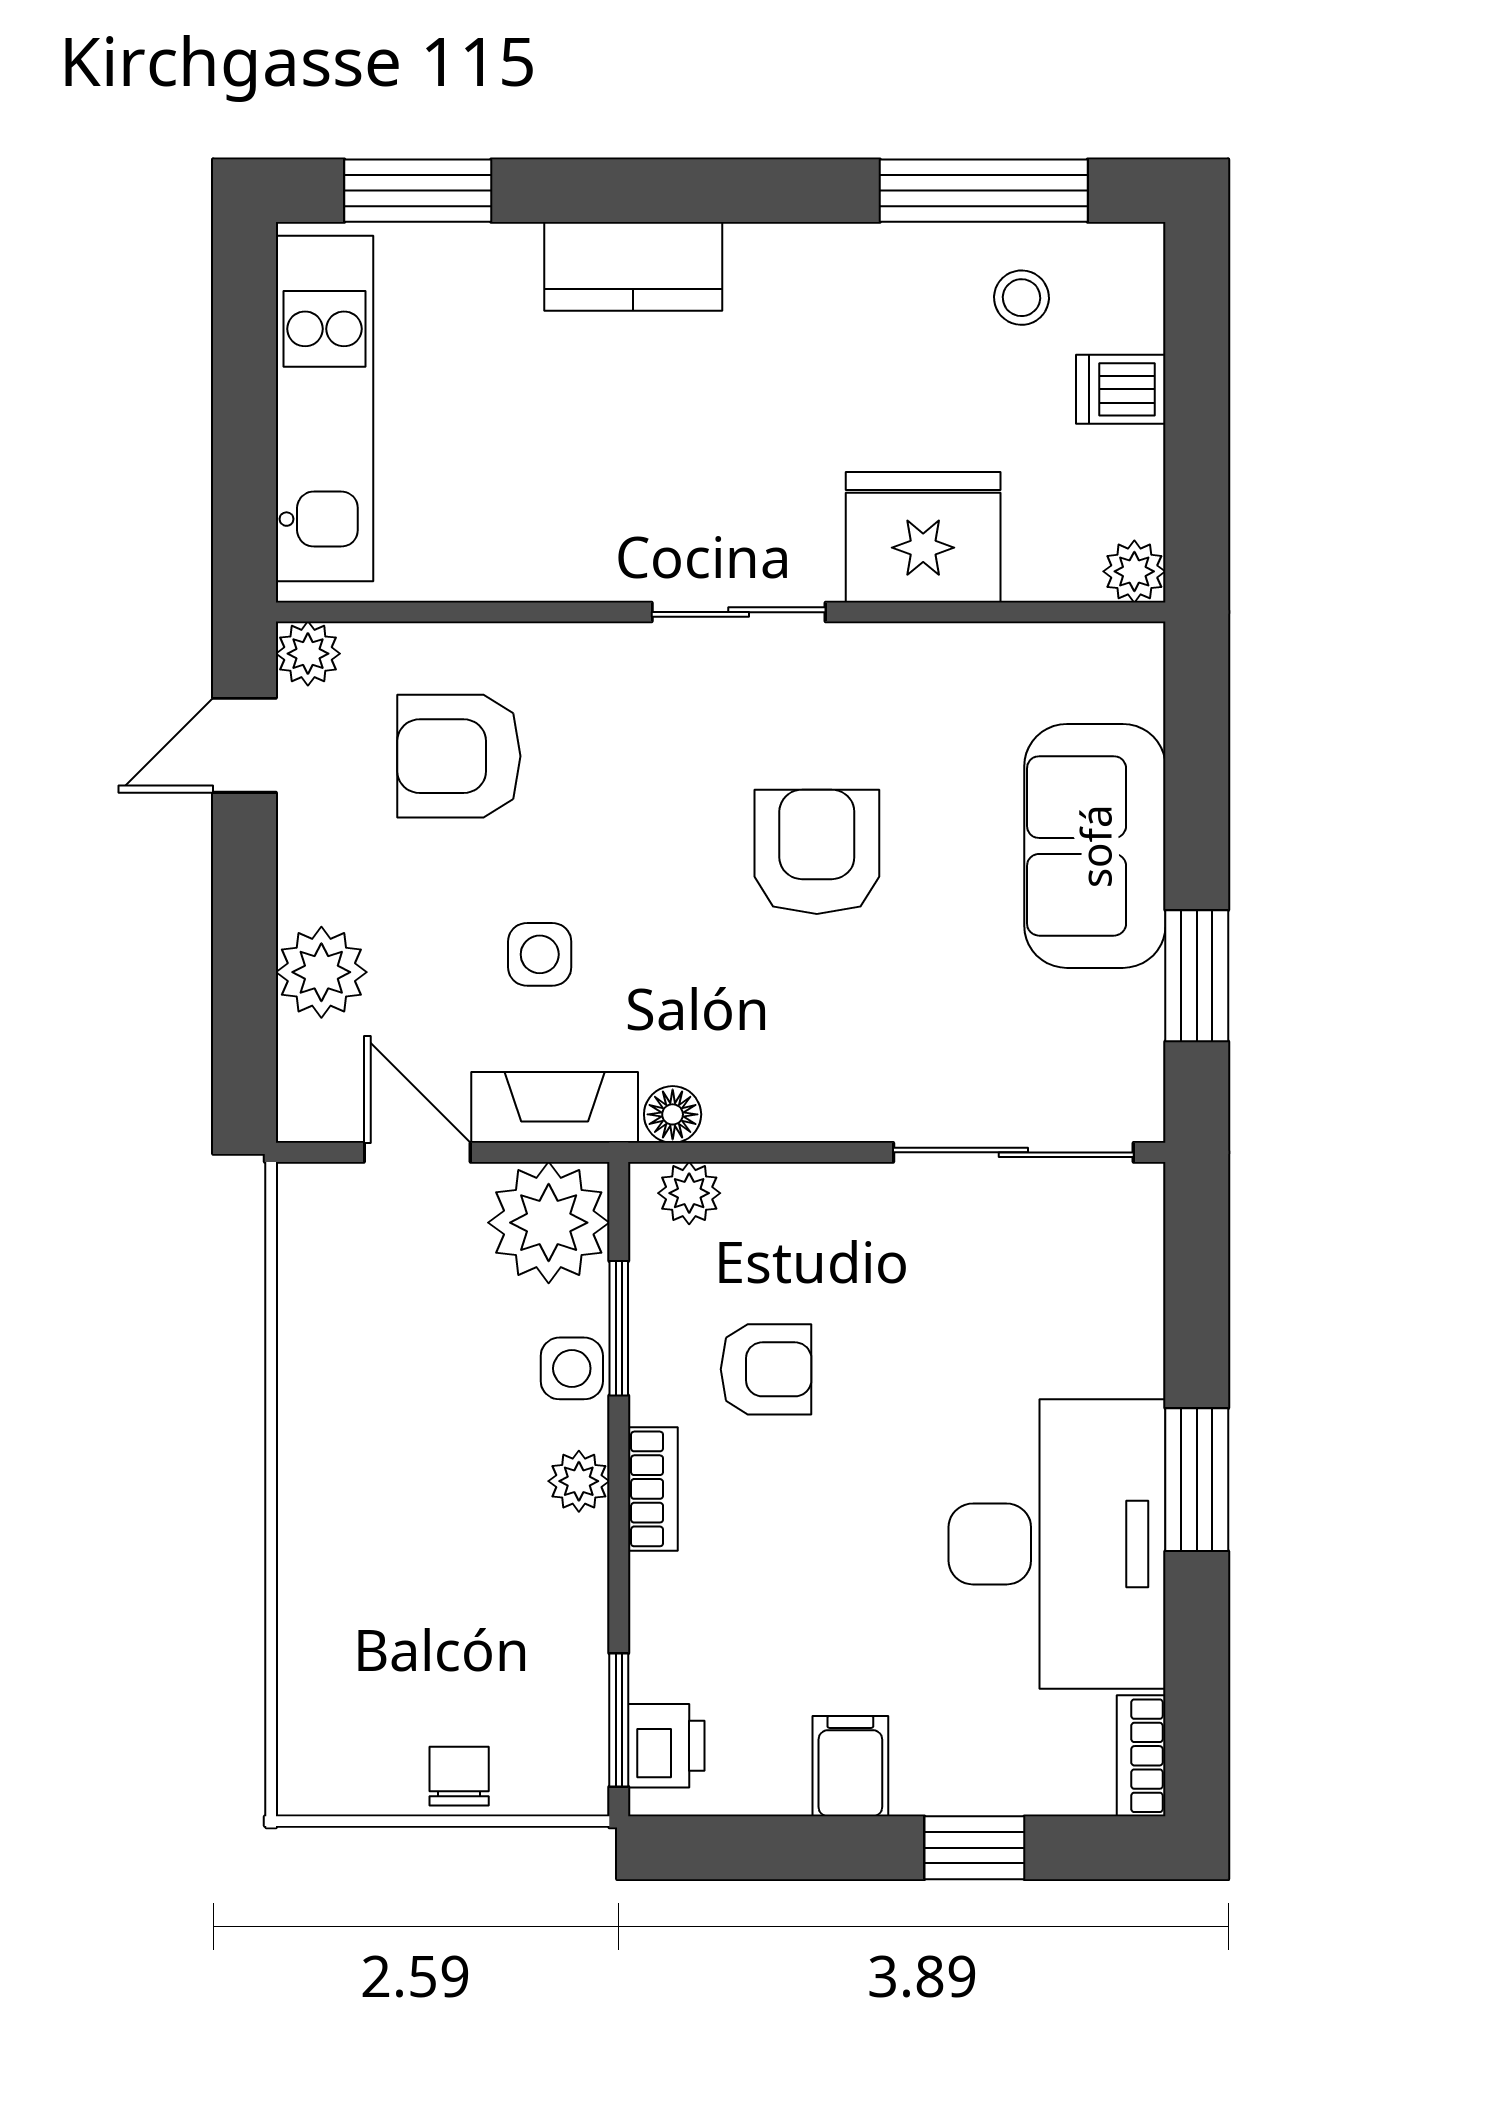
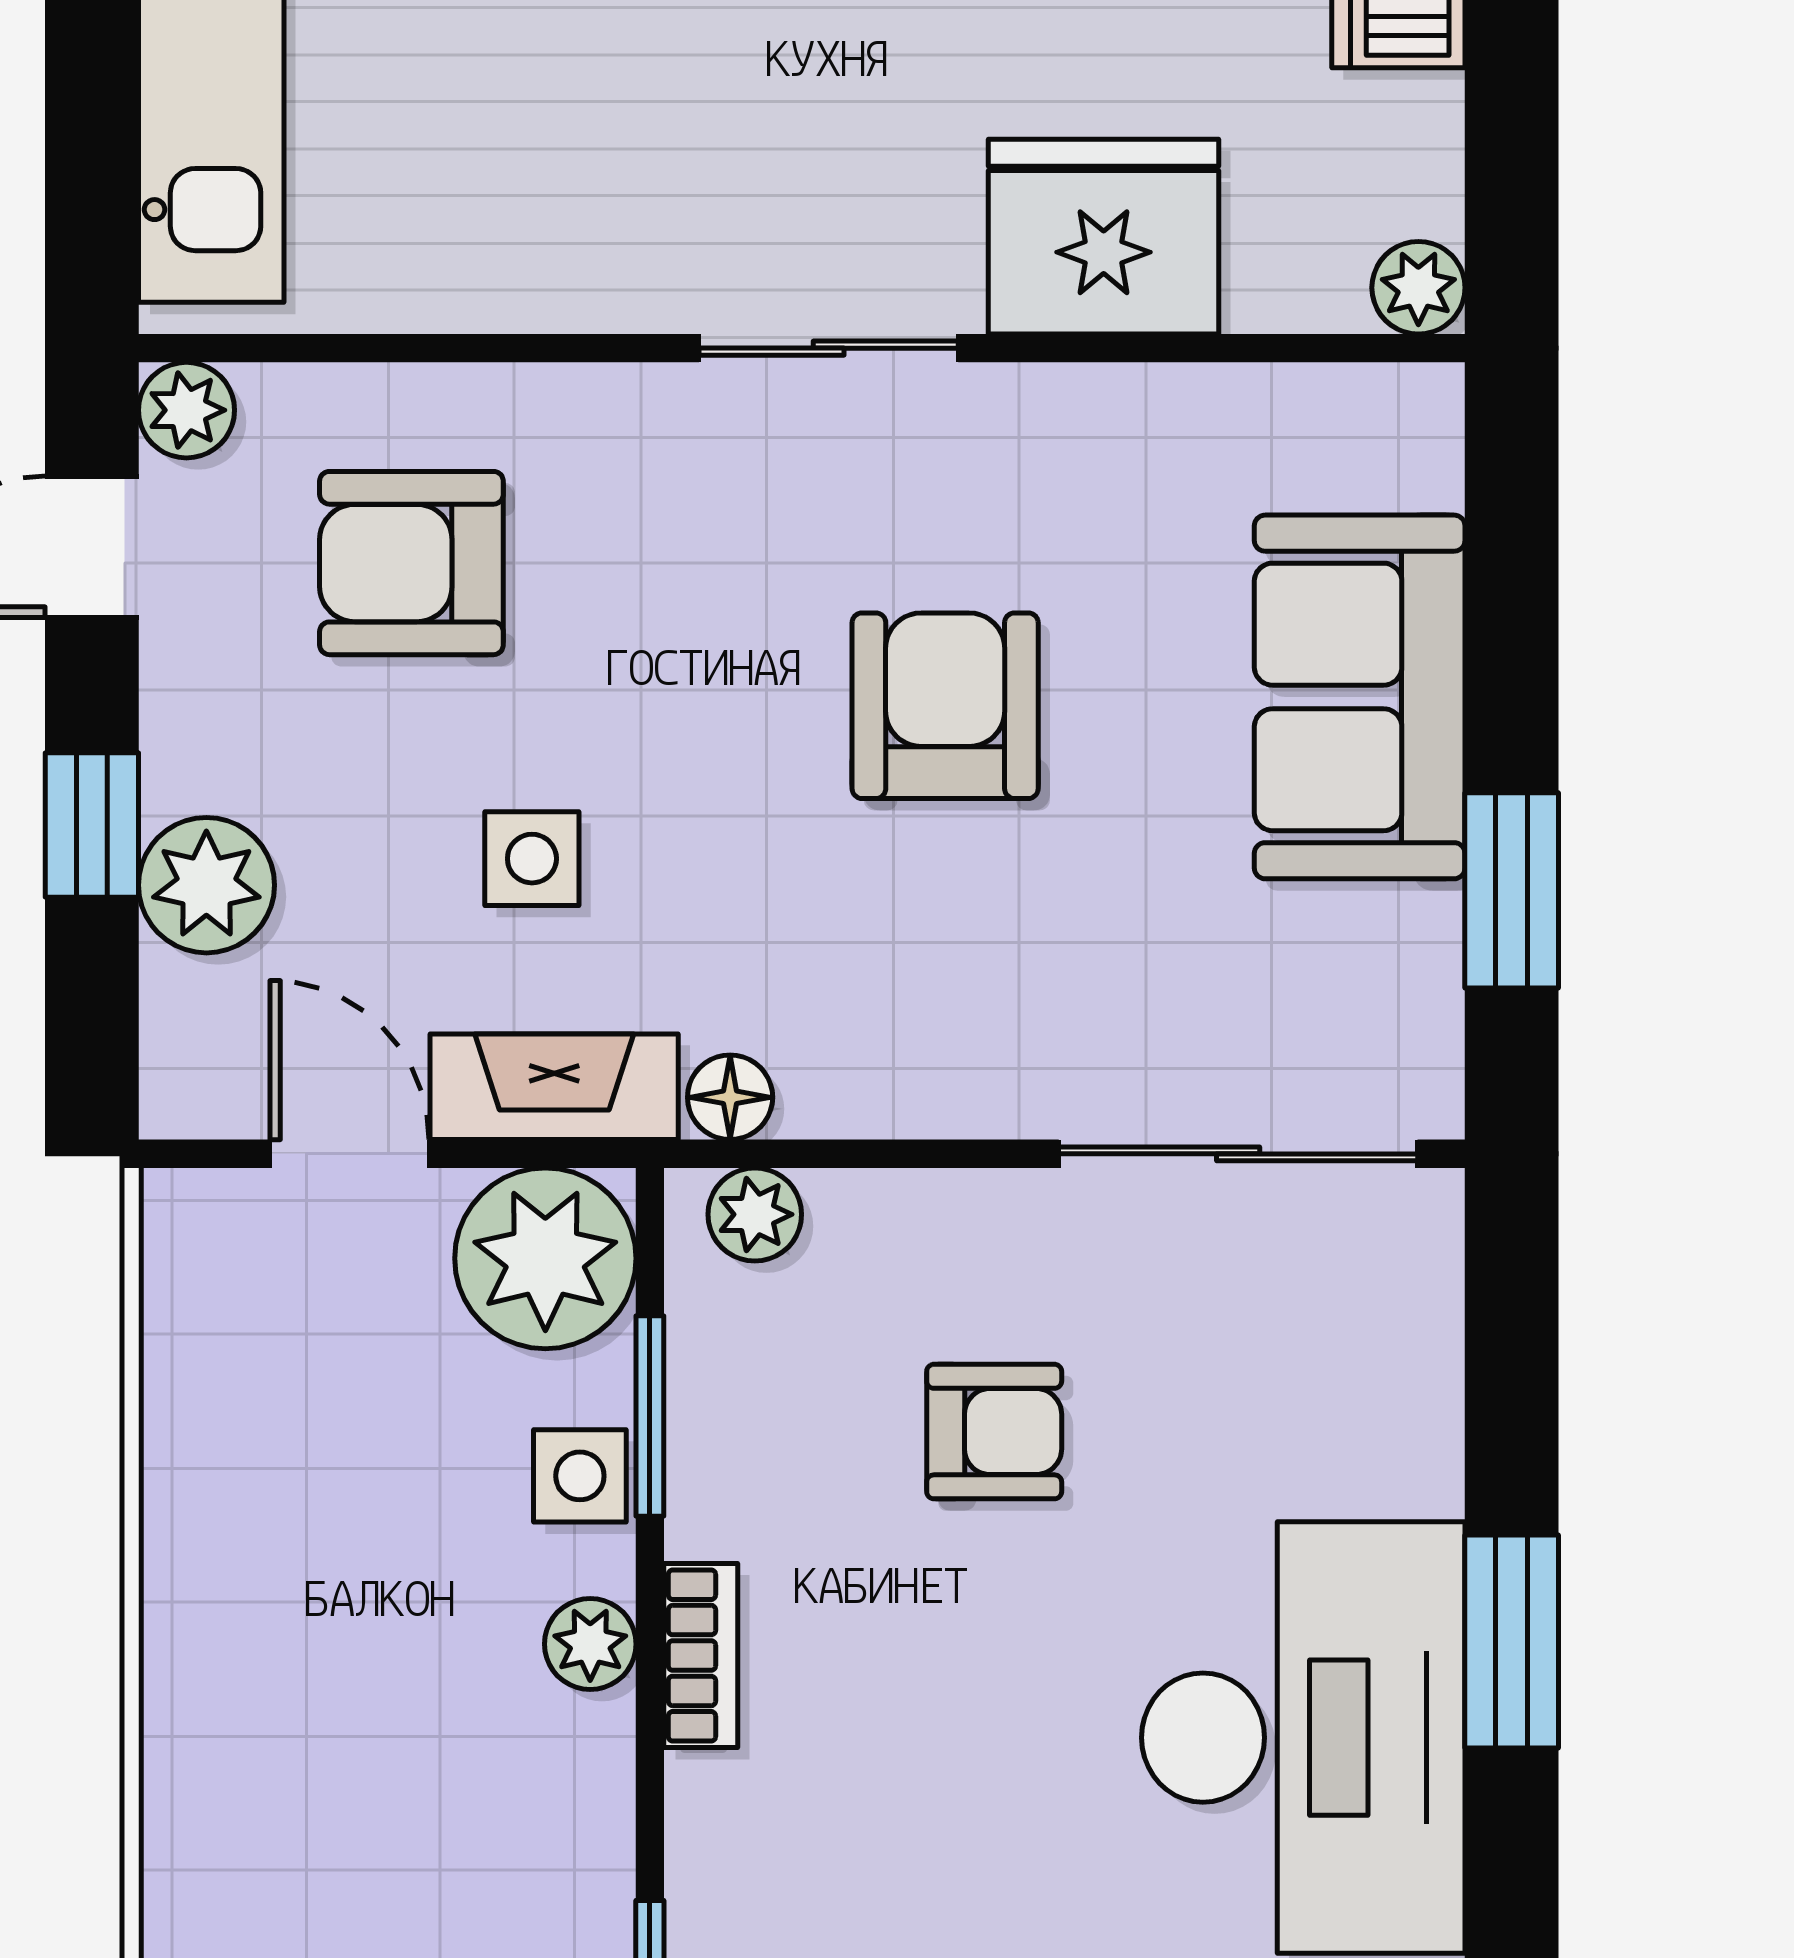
window: (244, 932) -> (92, 825), added
armchair: (766, 1369) -> (994, 1432), moved

